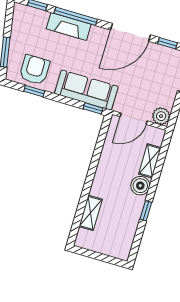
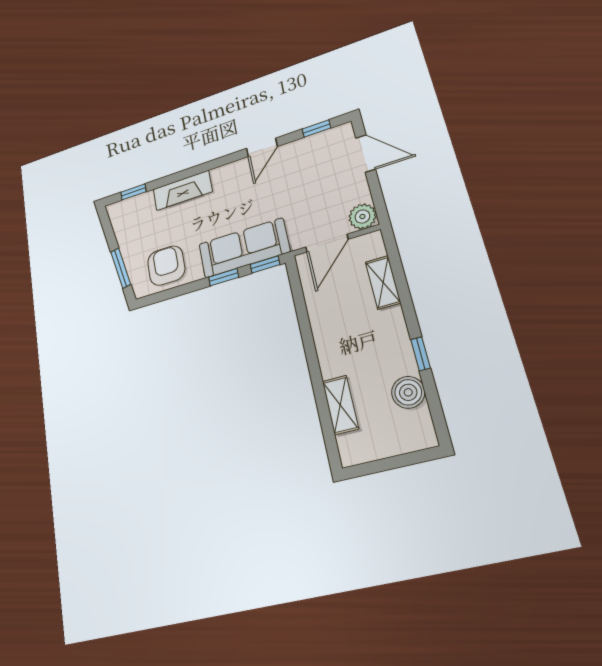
window: (76, 16) -> (185, 174), removed
door: (130, 32) -> (262, 147), width x0.53
window: (34, 91) -> (224, 277), moved
boiler: (140, 186) -> (408, 392), moved

